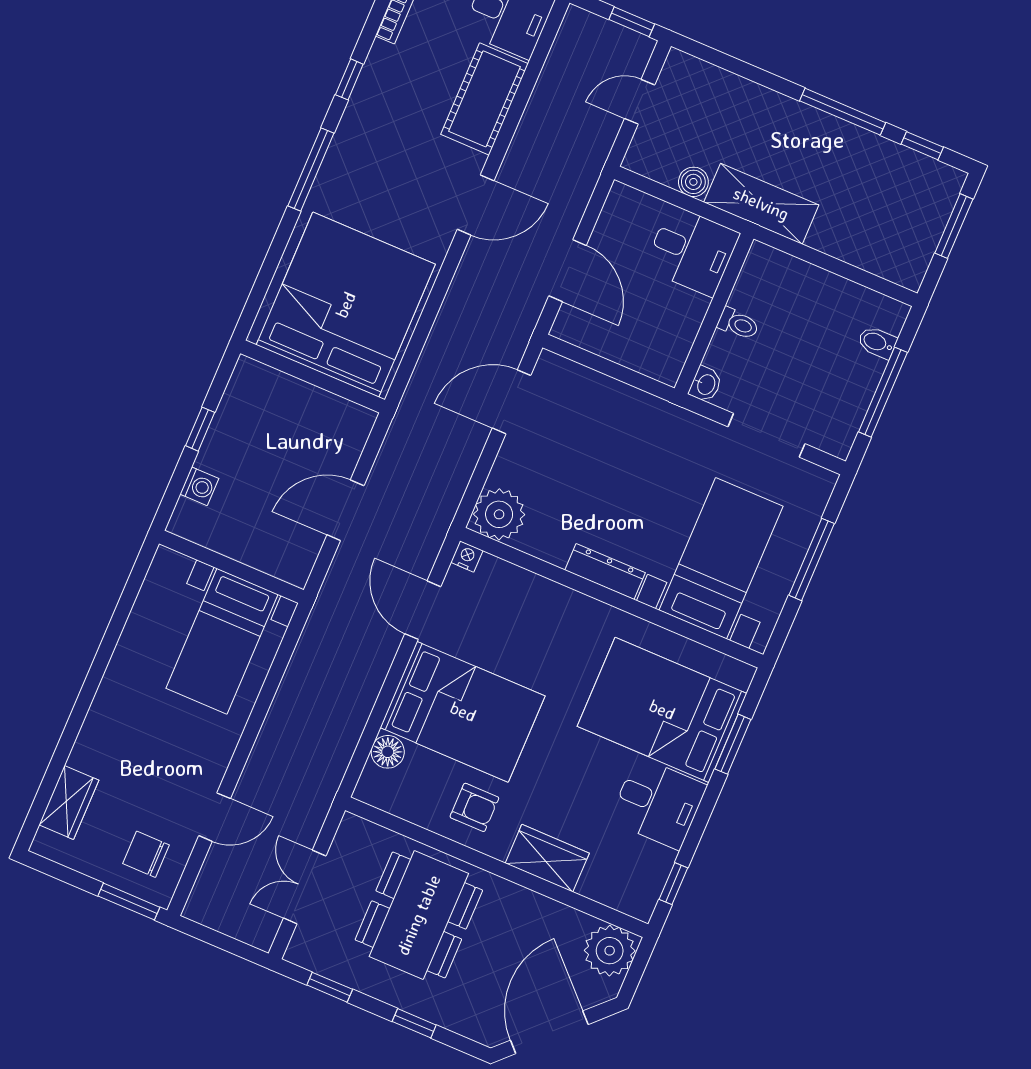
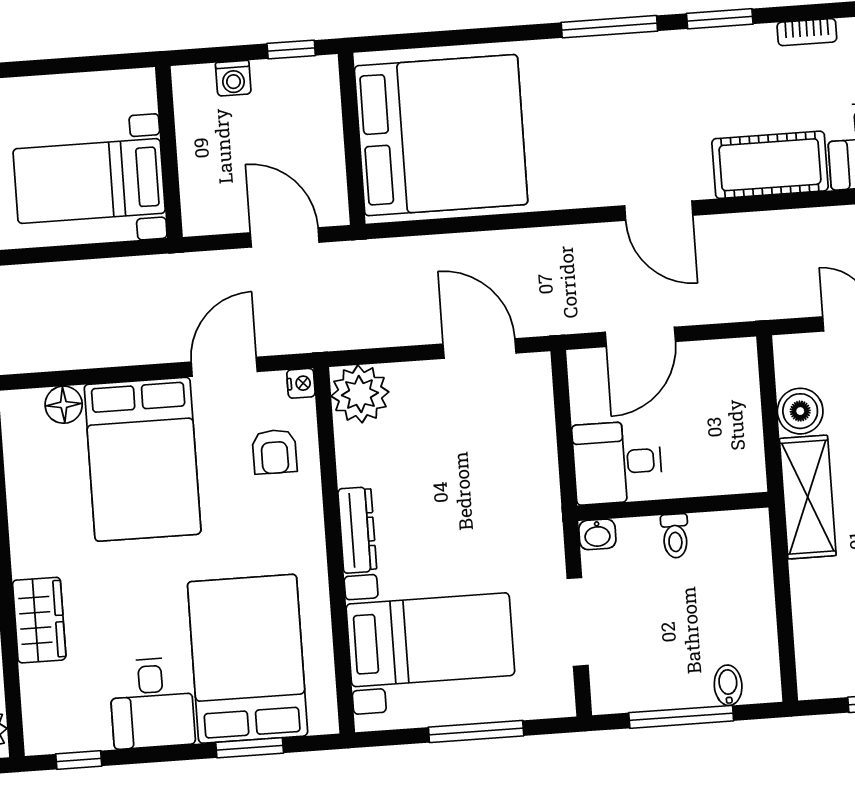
window: (349, 79) -> (720, 19), width x1.50
boiler: (693, 182) -> (800, 411), width x1.36, depth x1.36
desk: (692, 251) -> (617, 462), moved, turned 90
bed: (346, 305) -> (441, 135), moved
wall: (313, 377) -> (352, 139), moved
armchair: (474, 807) -> (275, 452), moved

